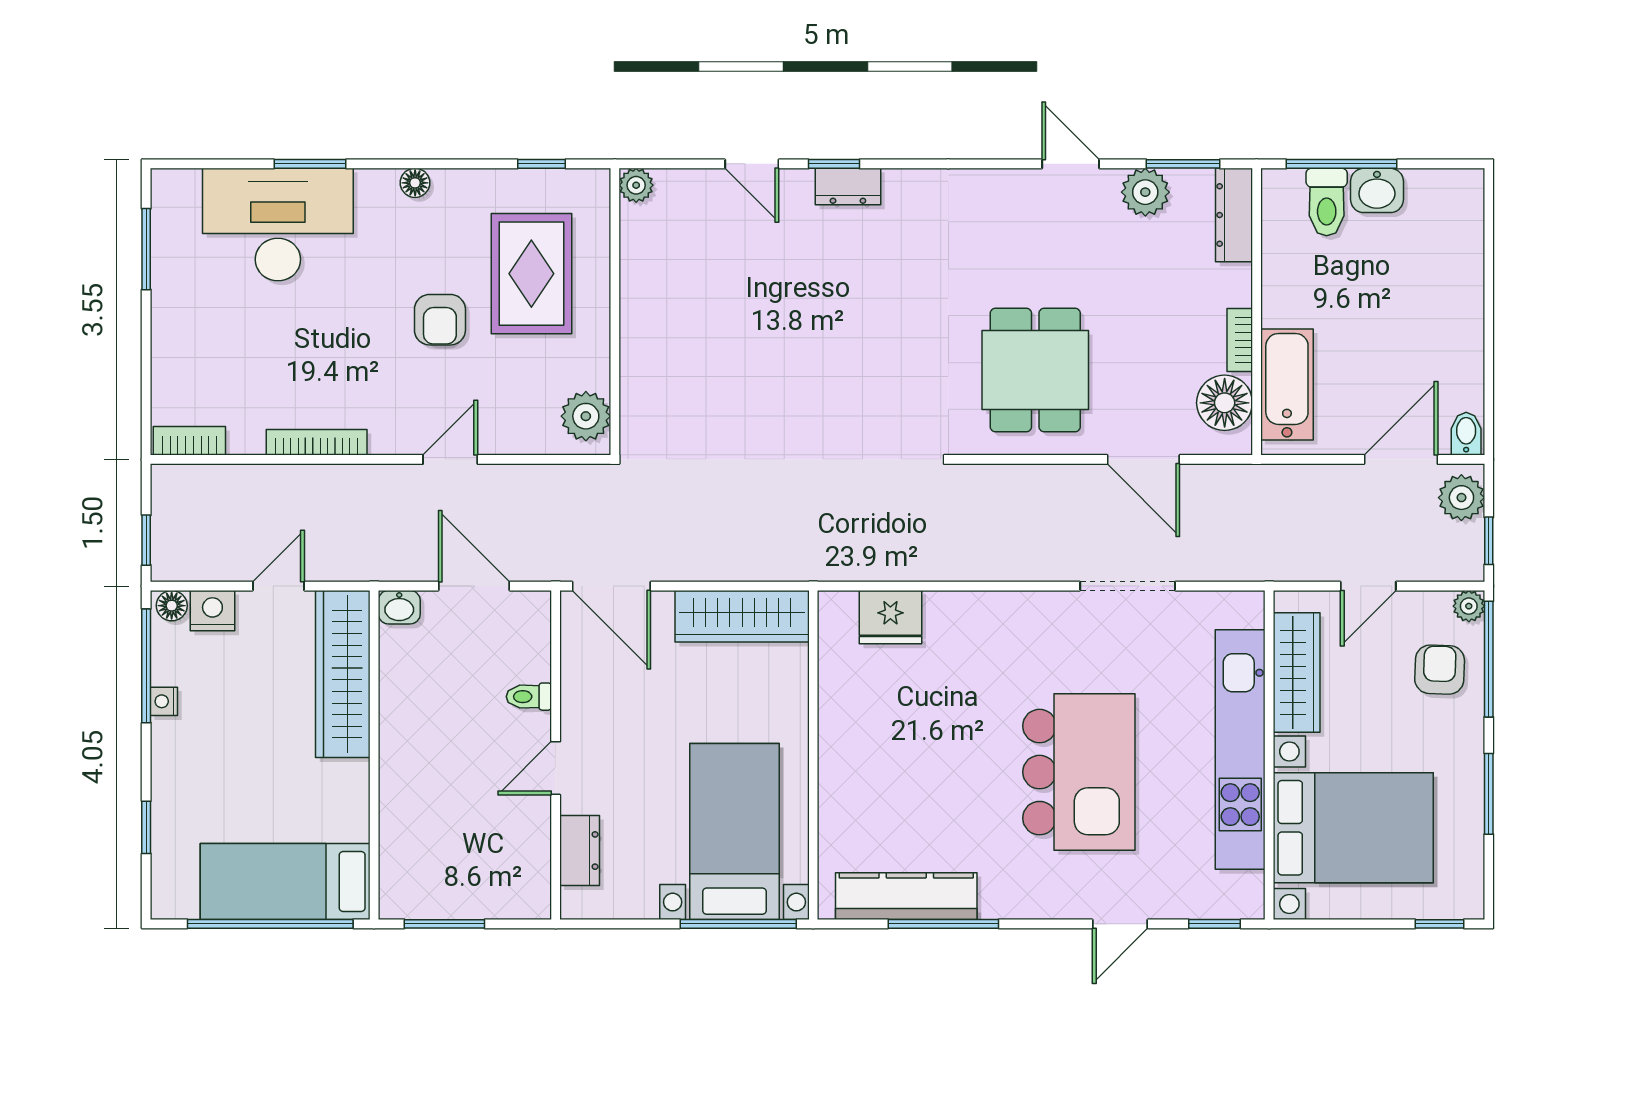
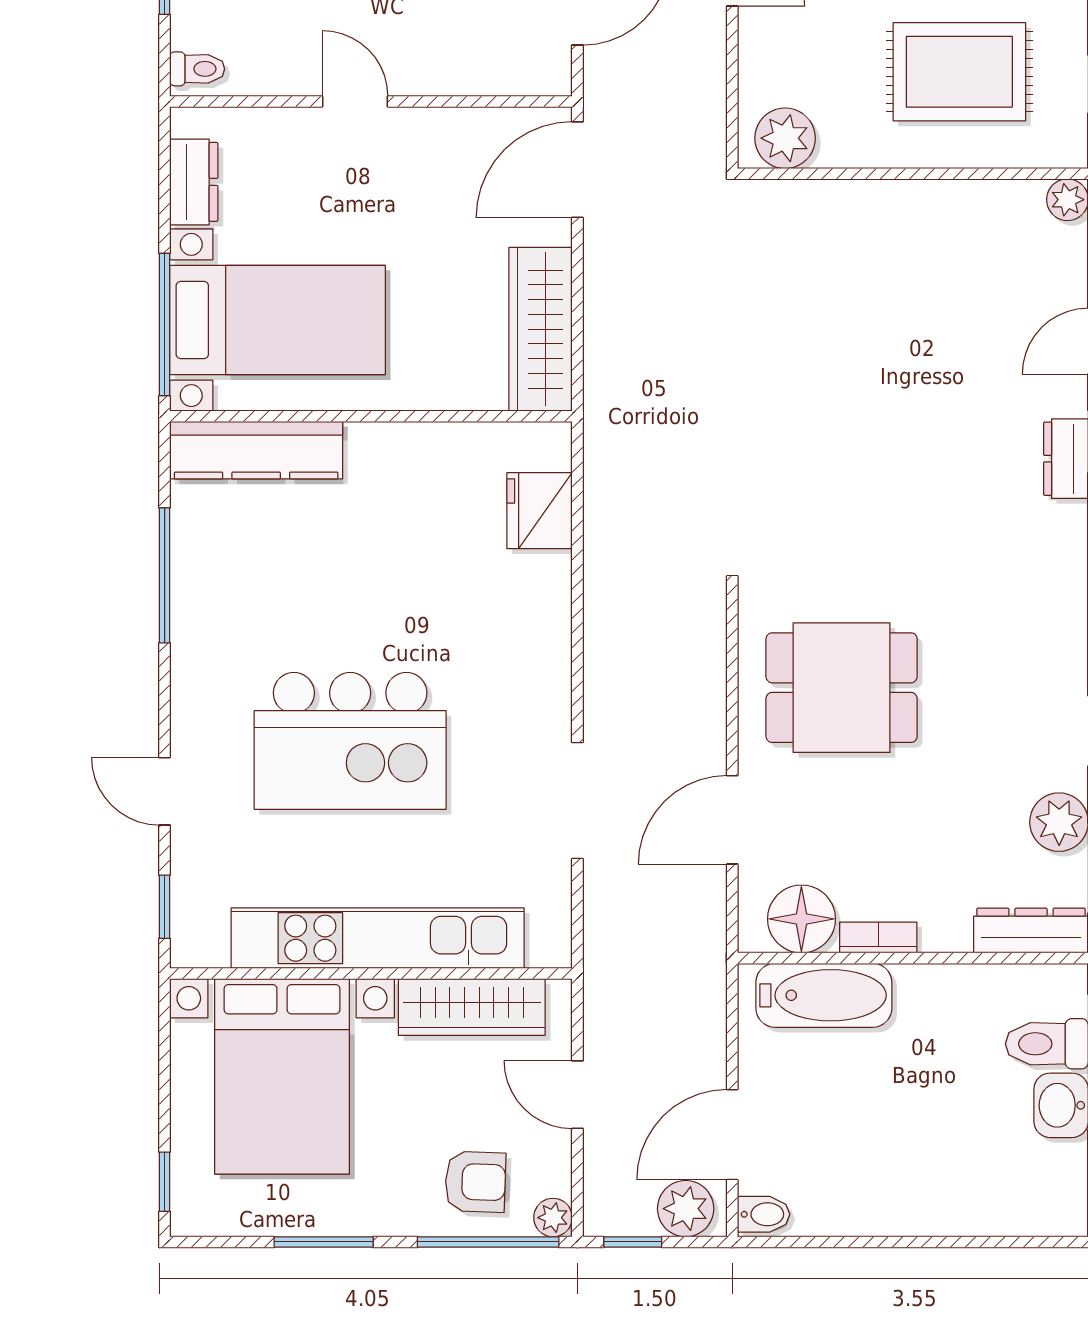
door: (1401, 459) -> (732, 1135), swing flipped
toilet: (529, 697) -> (197, 69), moved, turned 90
dresser: (580, 851) -> (194, 182), moved, turned -90
kitchen counter: (906, 896) -> (256, 450), moved, turned 90

